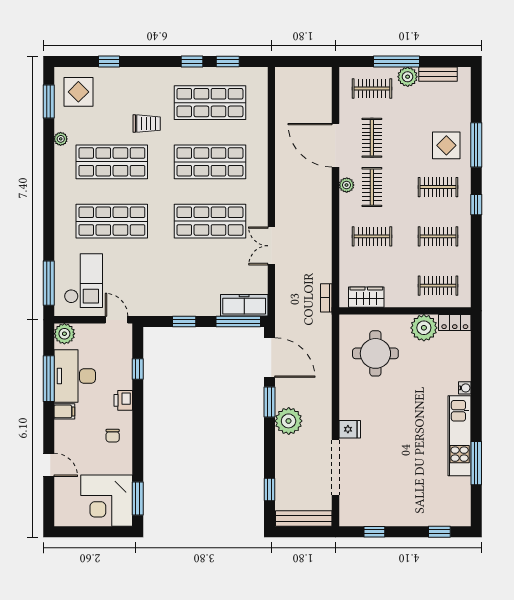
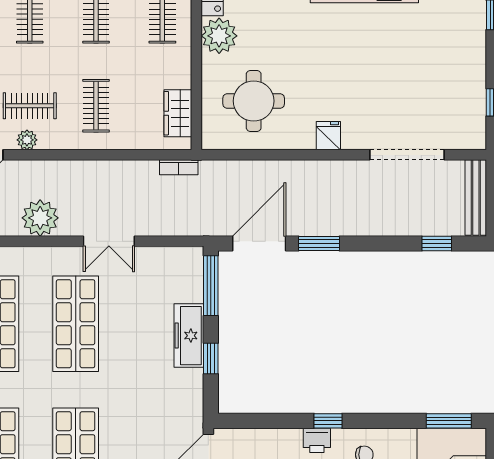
freezer: (244, 305) -> (189, 336), moved
window: (138, 369) -> (328, 421), moved
plant: (289, 421) -> (40, 218), moved
fridge: (350, 429) -> (328, 136), moved

